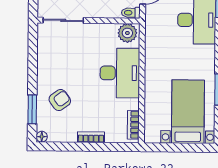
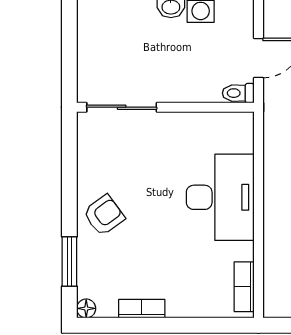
plant: (127, 33) -> (233, 128), removed
armchair: (60, 100) -> (104, 215), moved
bookcase: (91, 137) -> (142, 309), moved

